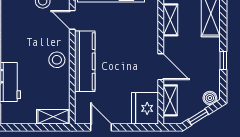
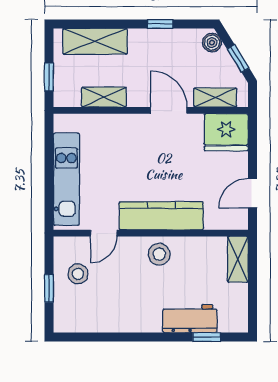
door: (161, 67) -> (169, 110), hinge flipped

